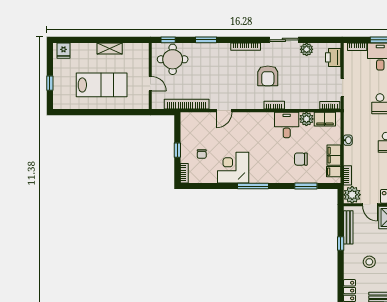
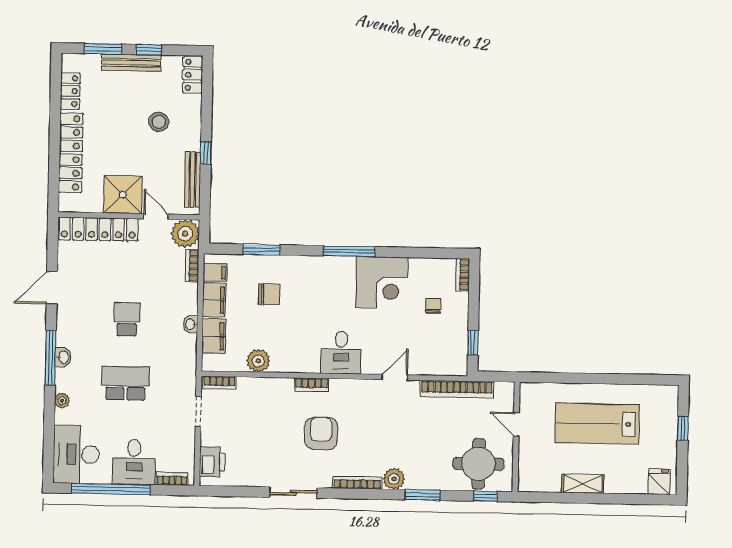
plant: (307, 49) -> (394, 479), moved
filing cabinet: (325, 119) -> (214, 336), moved, turned 90
desk: (287, 125) -> (341, 352), moved
window: (177, 150) -> (473, 343), moved

